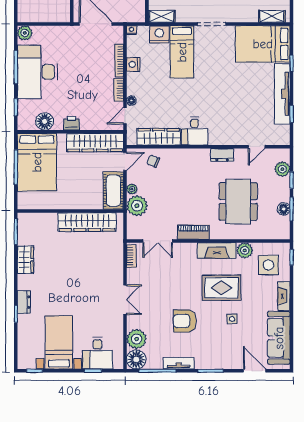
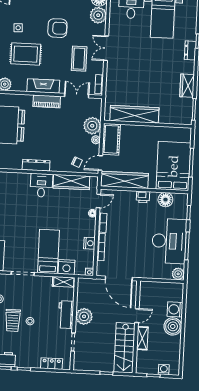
dresser: (222, 155) -> (36, 165), moved, width x1.44
fireplace: (217, 251) -> (43, 86), moved
coffee table: (157, 286) -> (79, 59), added

